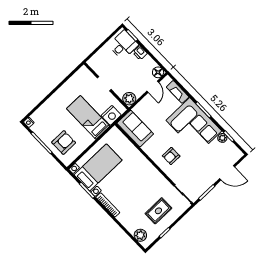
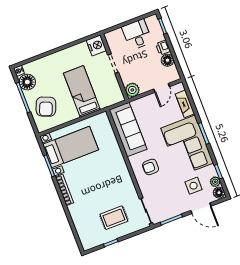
desk: (123, 45) -> (137, 34), moved, turned -90
floor lamp: (158, 72) -> (167, 60), moved
nightstand: (111, 115) -> (96, 45), moved, turned -90
floor lamp: (40, 129) -> (27, 82), added
sofa: (135, 129) -> (128, 129), width x1.36
plant: (222, 138) -> (215, 182), moved
armchair: (64, 142) -> (46, 107), turned 112
floor lamp: (237, 153) -> (219, 193), added
side table: (213, 157) -> (193, 186), added
plant: (140, 235) -> (85, 235), removed

